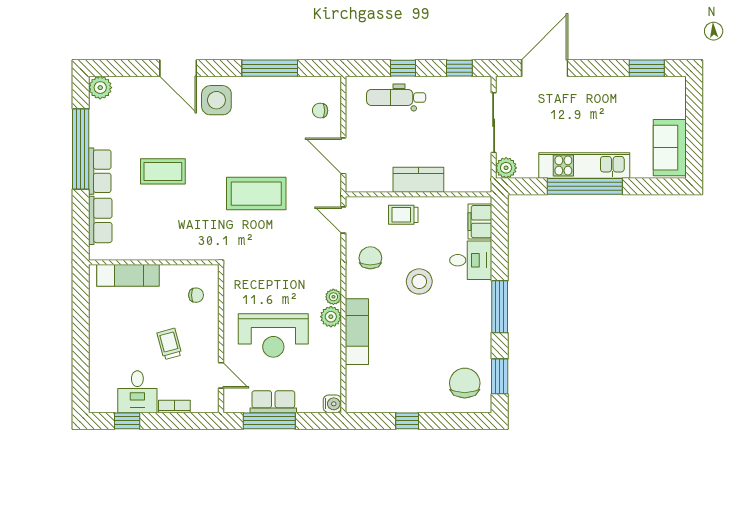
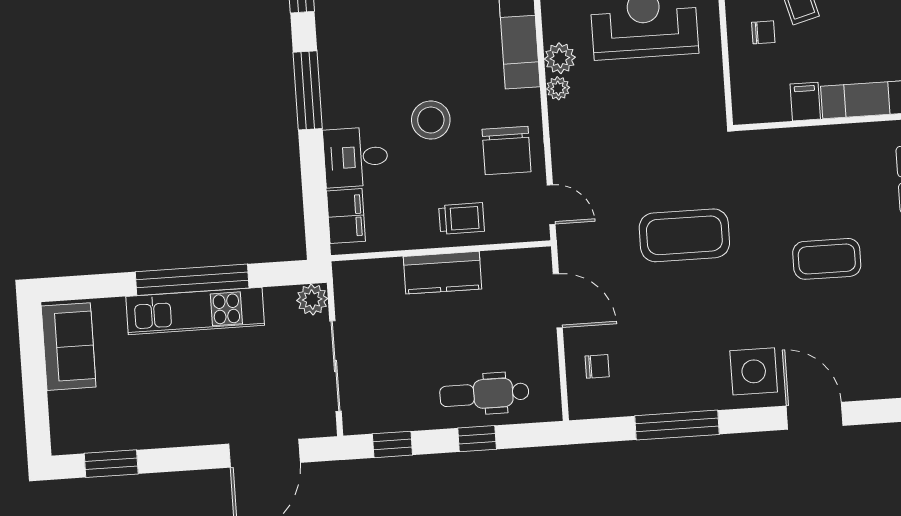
dental chair: (396, 97) -> (484, 394), turned 180
chair: (370, 258) -> (507, 150), width x1.37, depth x1.37
filing cabinet: (170, 277) -> (805, 102), added
chair: (196, 295) -> (763, 32), moved, turned 180

